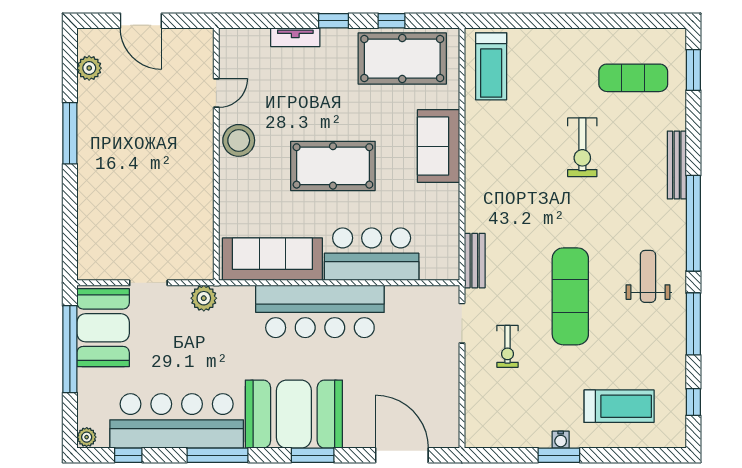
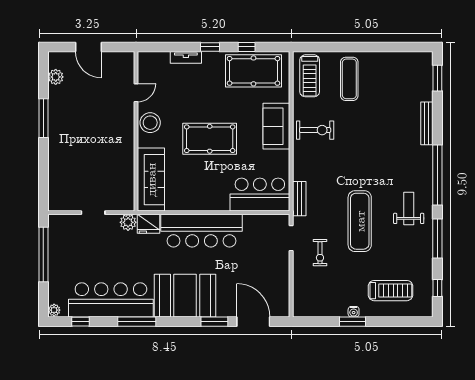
exercise mat: (633, 78) -> (349, 79), moved, turned 90
exercise bike: (582, 147) -> (315, 130), moved, turned -90
bench: (677, 165) -> (427, 123), moved
bar counter: (372, 254) -> (260, 195), moved
sofa: (272, 259) -> (151, 180), moved, turned 90
fridge: (236, 300) -> (149, 224), added
booth: (103, 328) -> (65, 241), removed
window: (313, 455) -> (214, 322), moved

